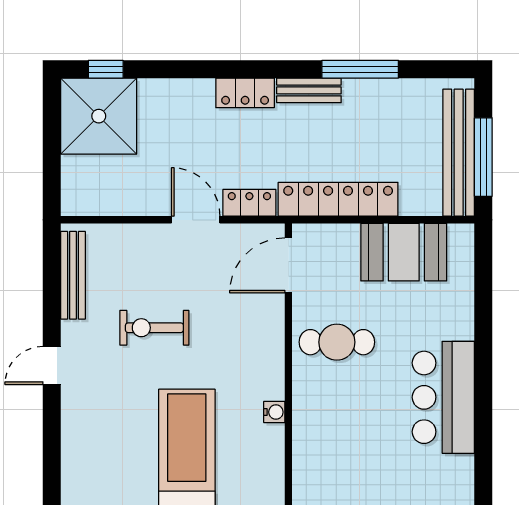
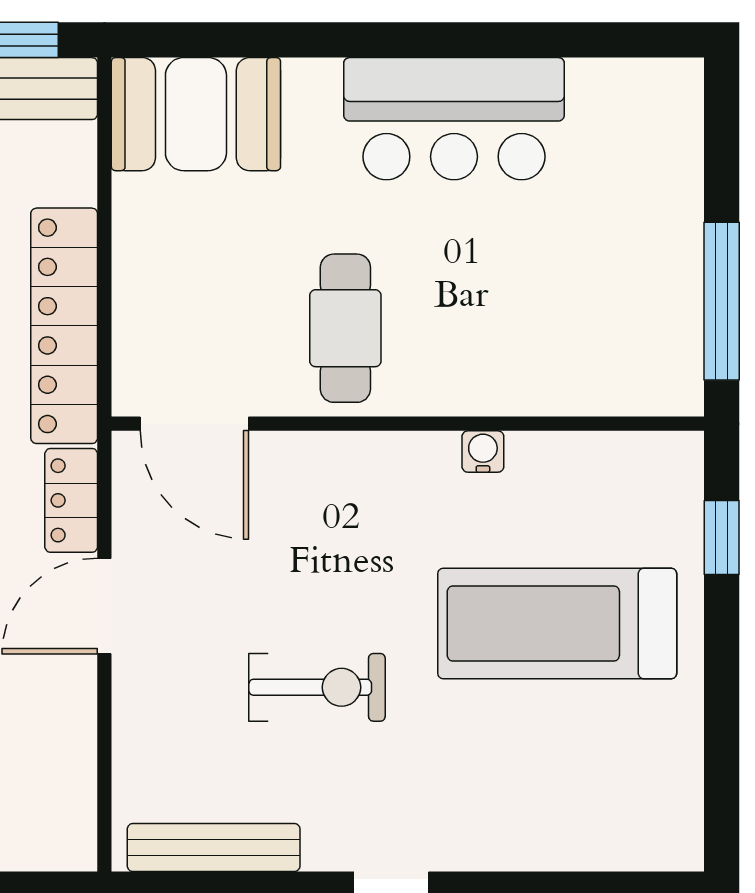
booth: (404, 252) -> (196, 114), moved, turned 90
exercise bike: (154, 328) -> (317, 687), turned -90

